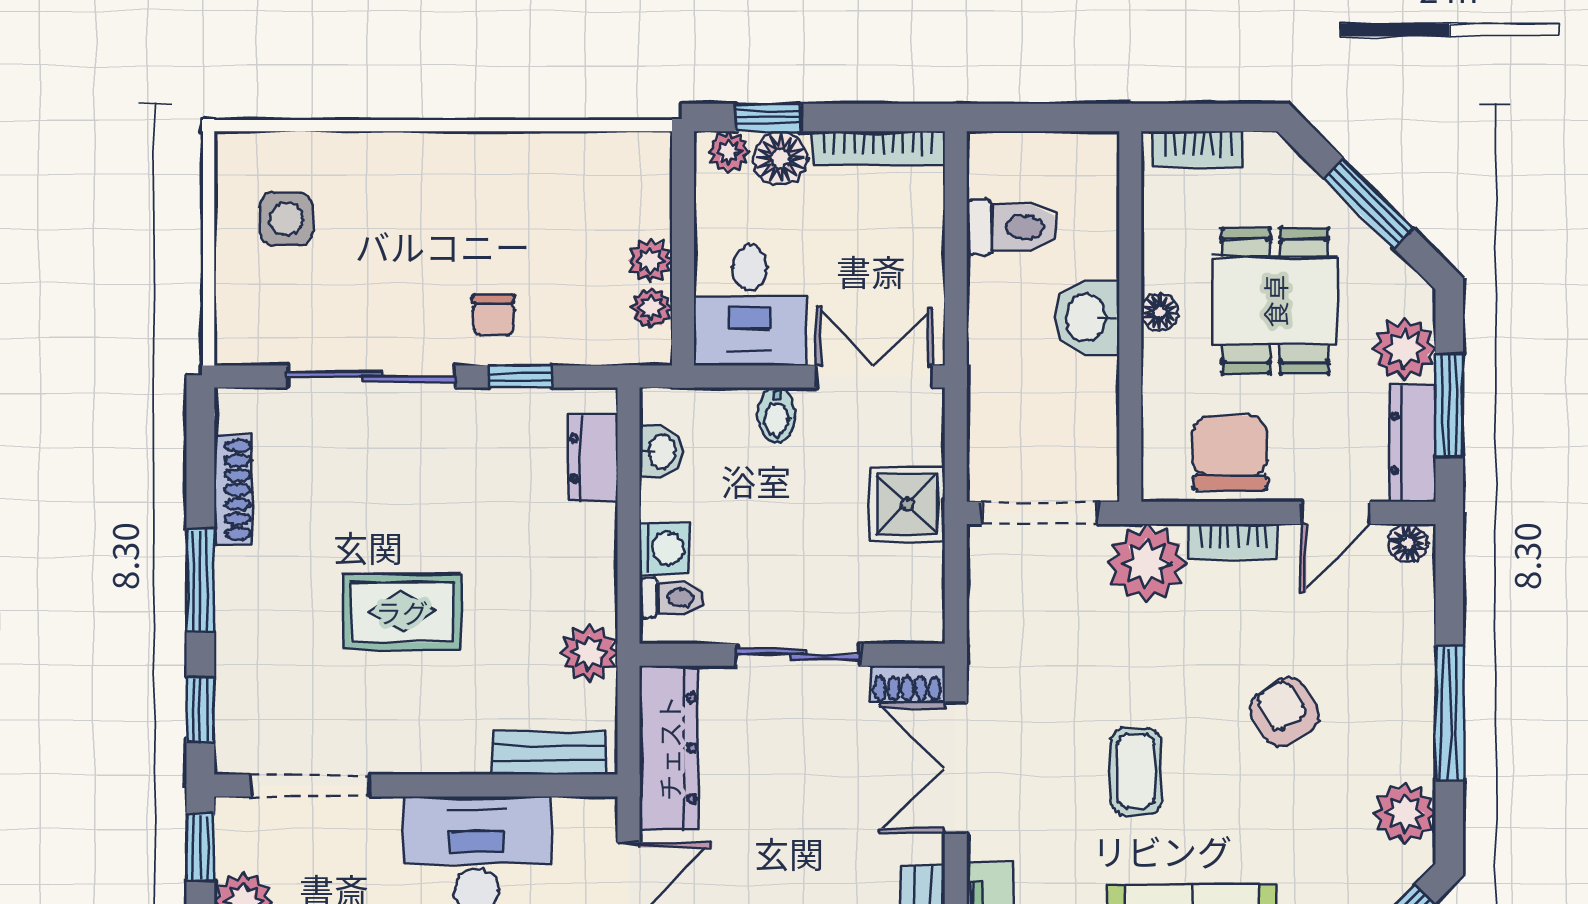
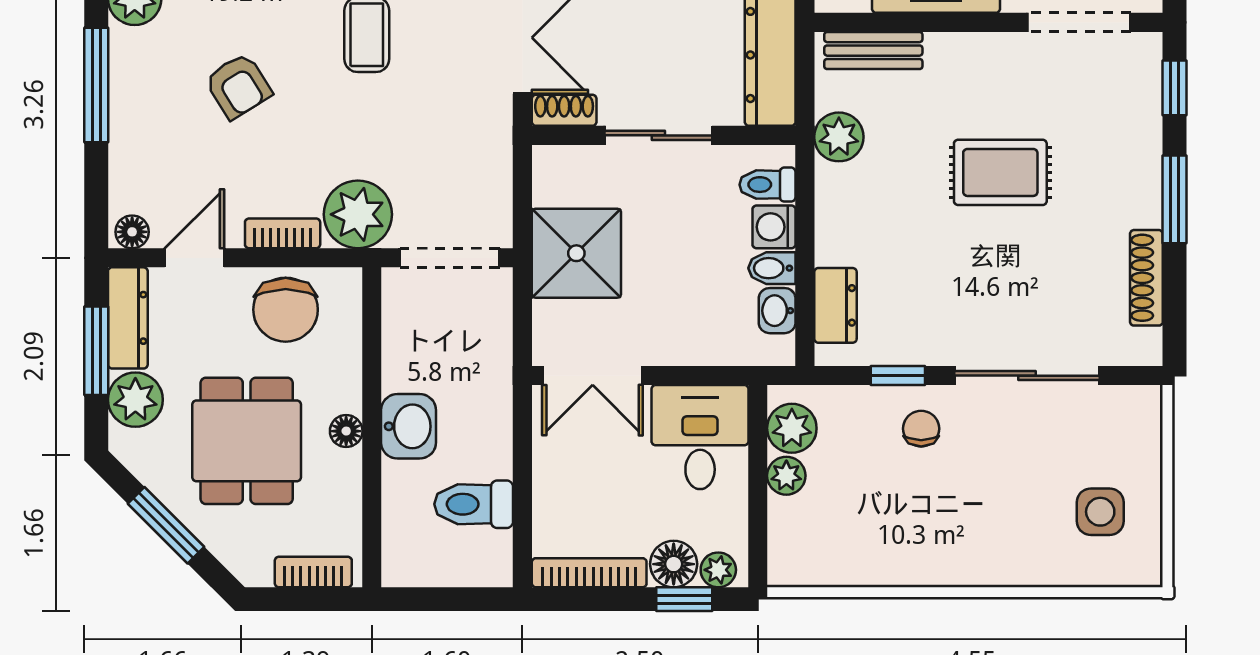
plant: (651, 308) -> (792, 428), width x1.38, depth x1.38
bidet: (776, 415) -> (772, 268), moved, turned -90
shower: (907, 504) -> (576, 253), width x1.36, depth x1.36

